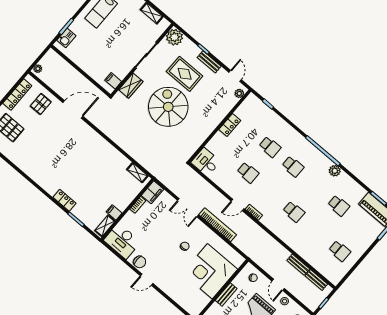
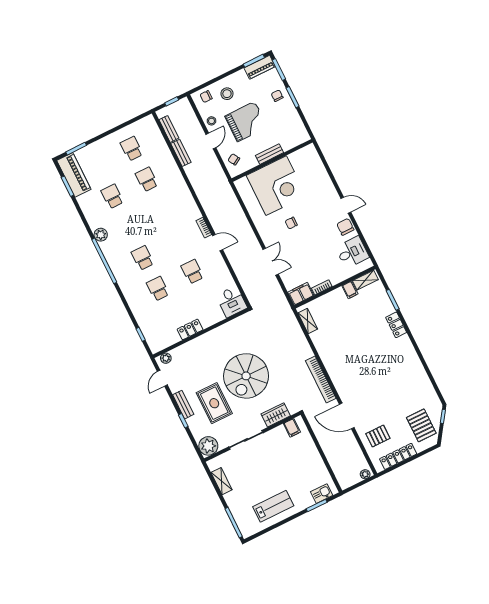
school desk: (294, 212) -> (147, 179), moved
bookcase: (218, 225) -> (321, 379), moved
desk: (122, 241) -> (352, 252), width x0.73

